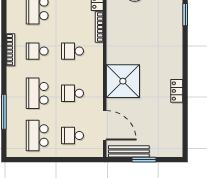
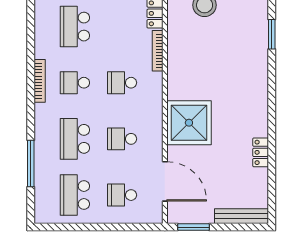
locker: (177, 91) -> (261, 152), moved
bench: (129, 151) -> (241, 216), moved
window: (144, 160) -> (194, 227), moved

